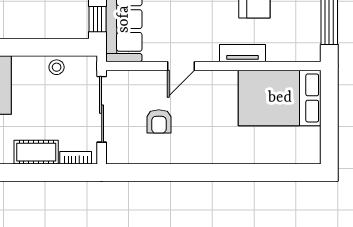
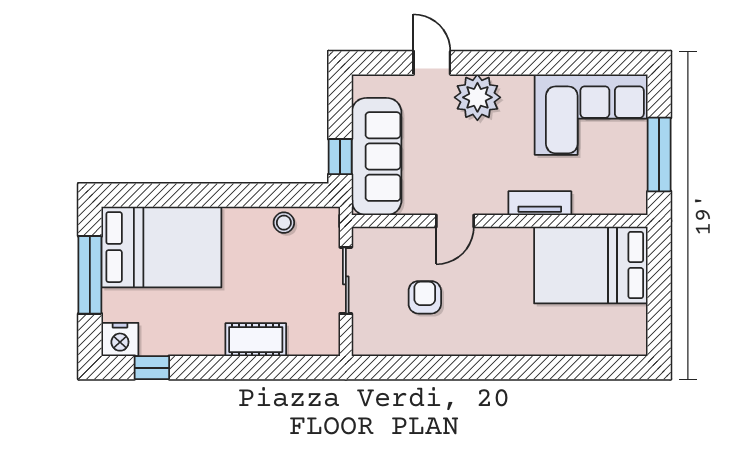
sliding door: (102, 109) -> (346, 280), width x0.73
armchair: (159, 121) -> (425, 297), turned 180
bookcase: (76, 158) -> (310, 347), removed

